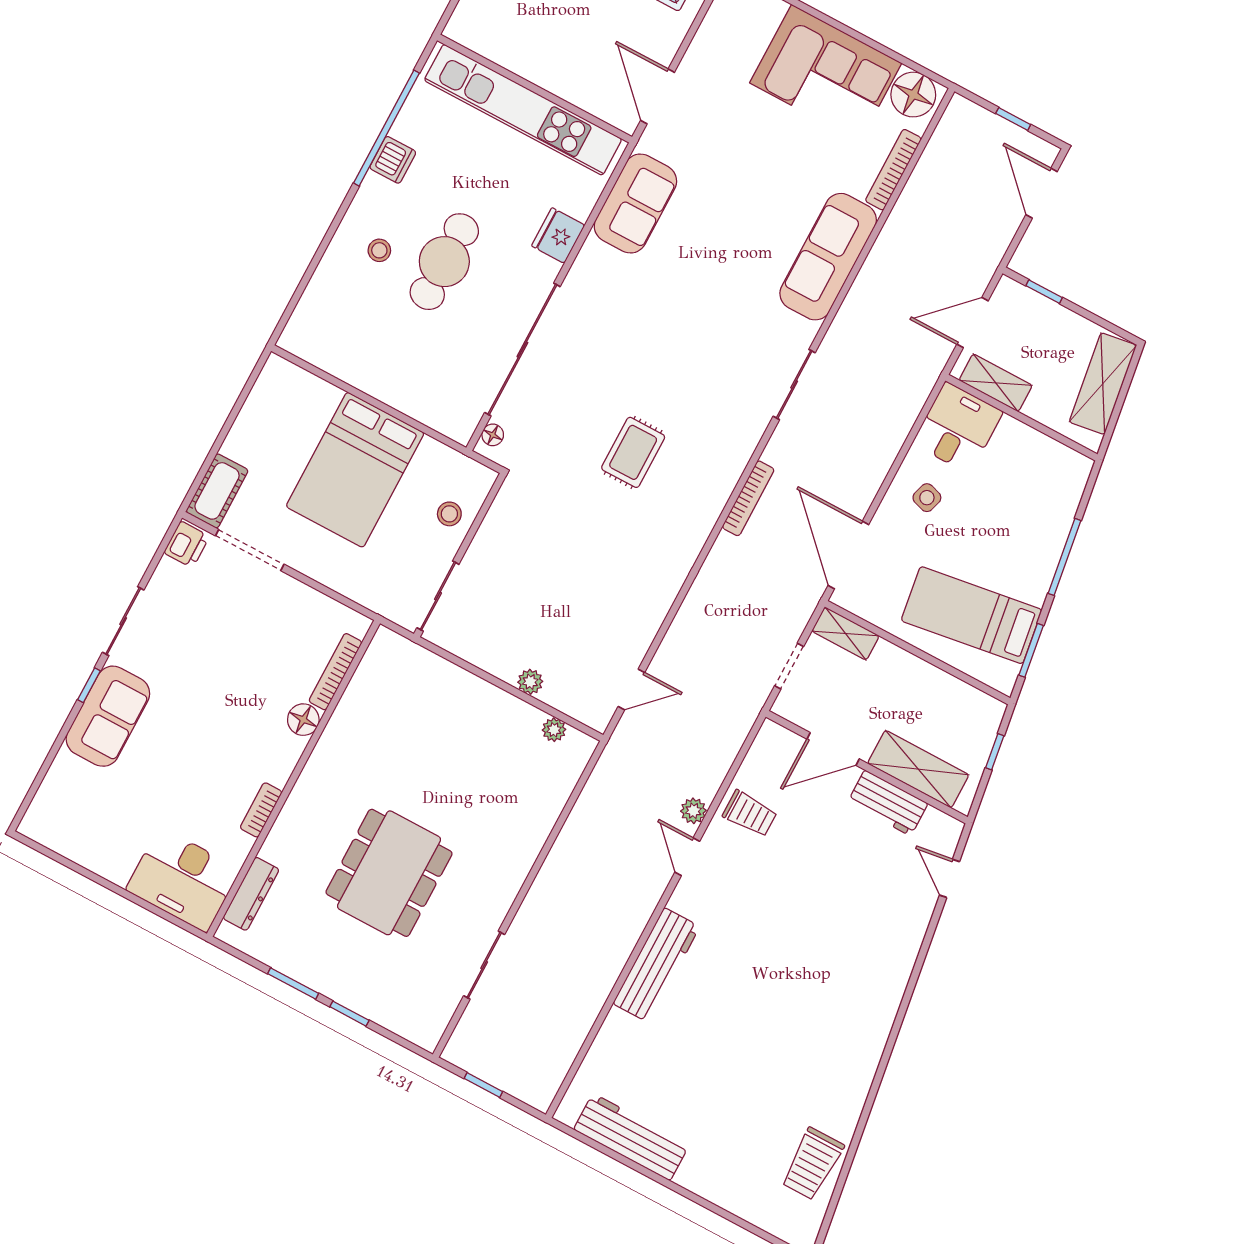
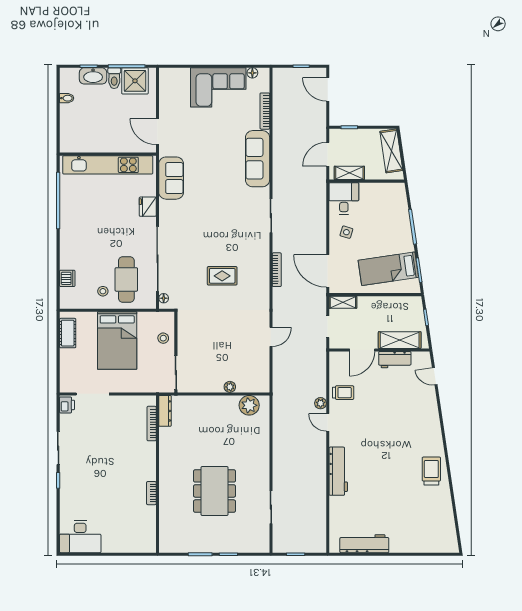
floor lamp: (913, 95) -> (252, 73), width x0.53, depth x0.53
dishwasher: (393, 160) -> (67, 278), moved
stool: (379, 250) -> (103, 291), moved
cafe table: (444, 262) -> (126, 279), moved
rug: (633, 452) -> (222, 276), turned 90
cot: (217, 491) -> (68, 333), moved
door: (631, 689) -> (271, 337), moved
sofa: (108, 716) -> (72, 488), removed
floor lamp: (303, 720) -> (149, 449), removed
plant: (554, 730) -> (249, 405), width x1.87, depth x1.87
desk: (183, 880) -> (80, 537), moved
dresser: (251, 894) -> (165, 411), moved
trolley: (812, 1164) -> (431, 471), moved, turned 180

